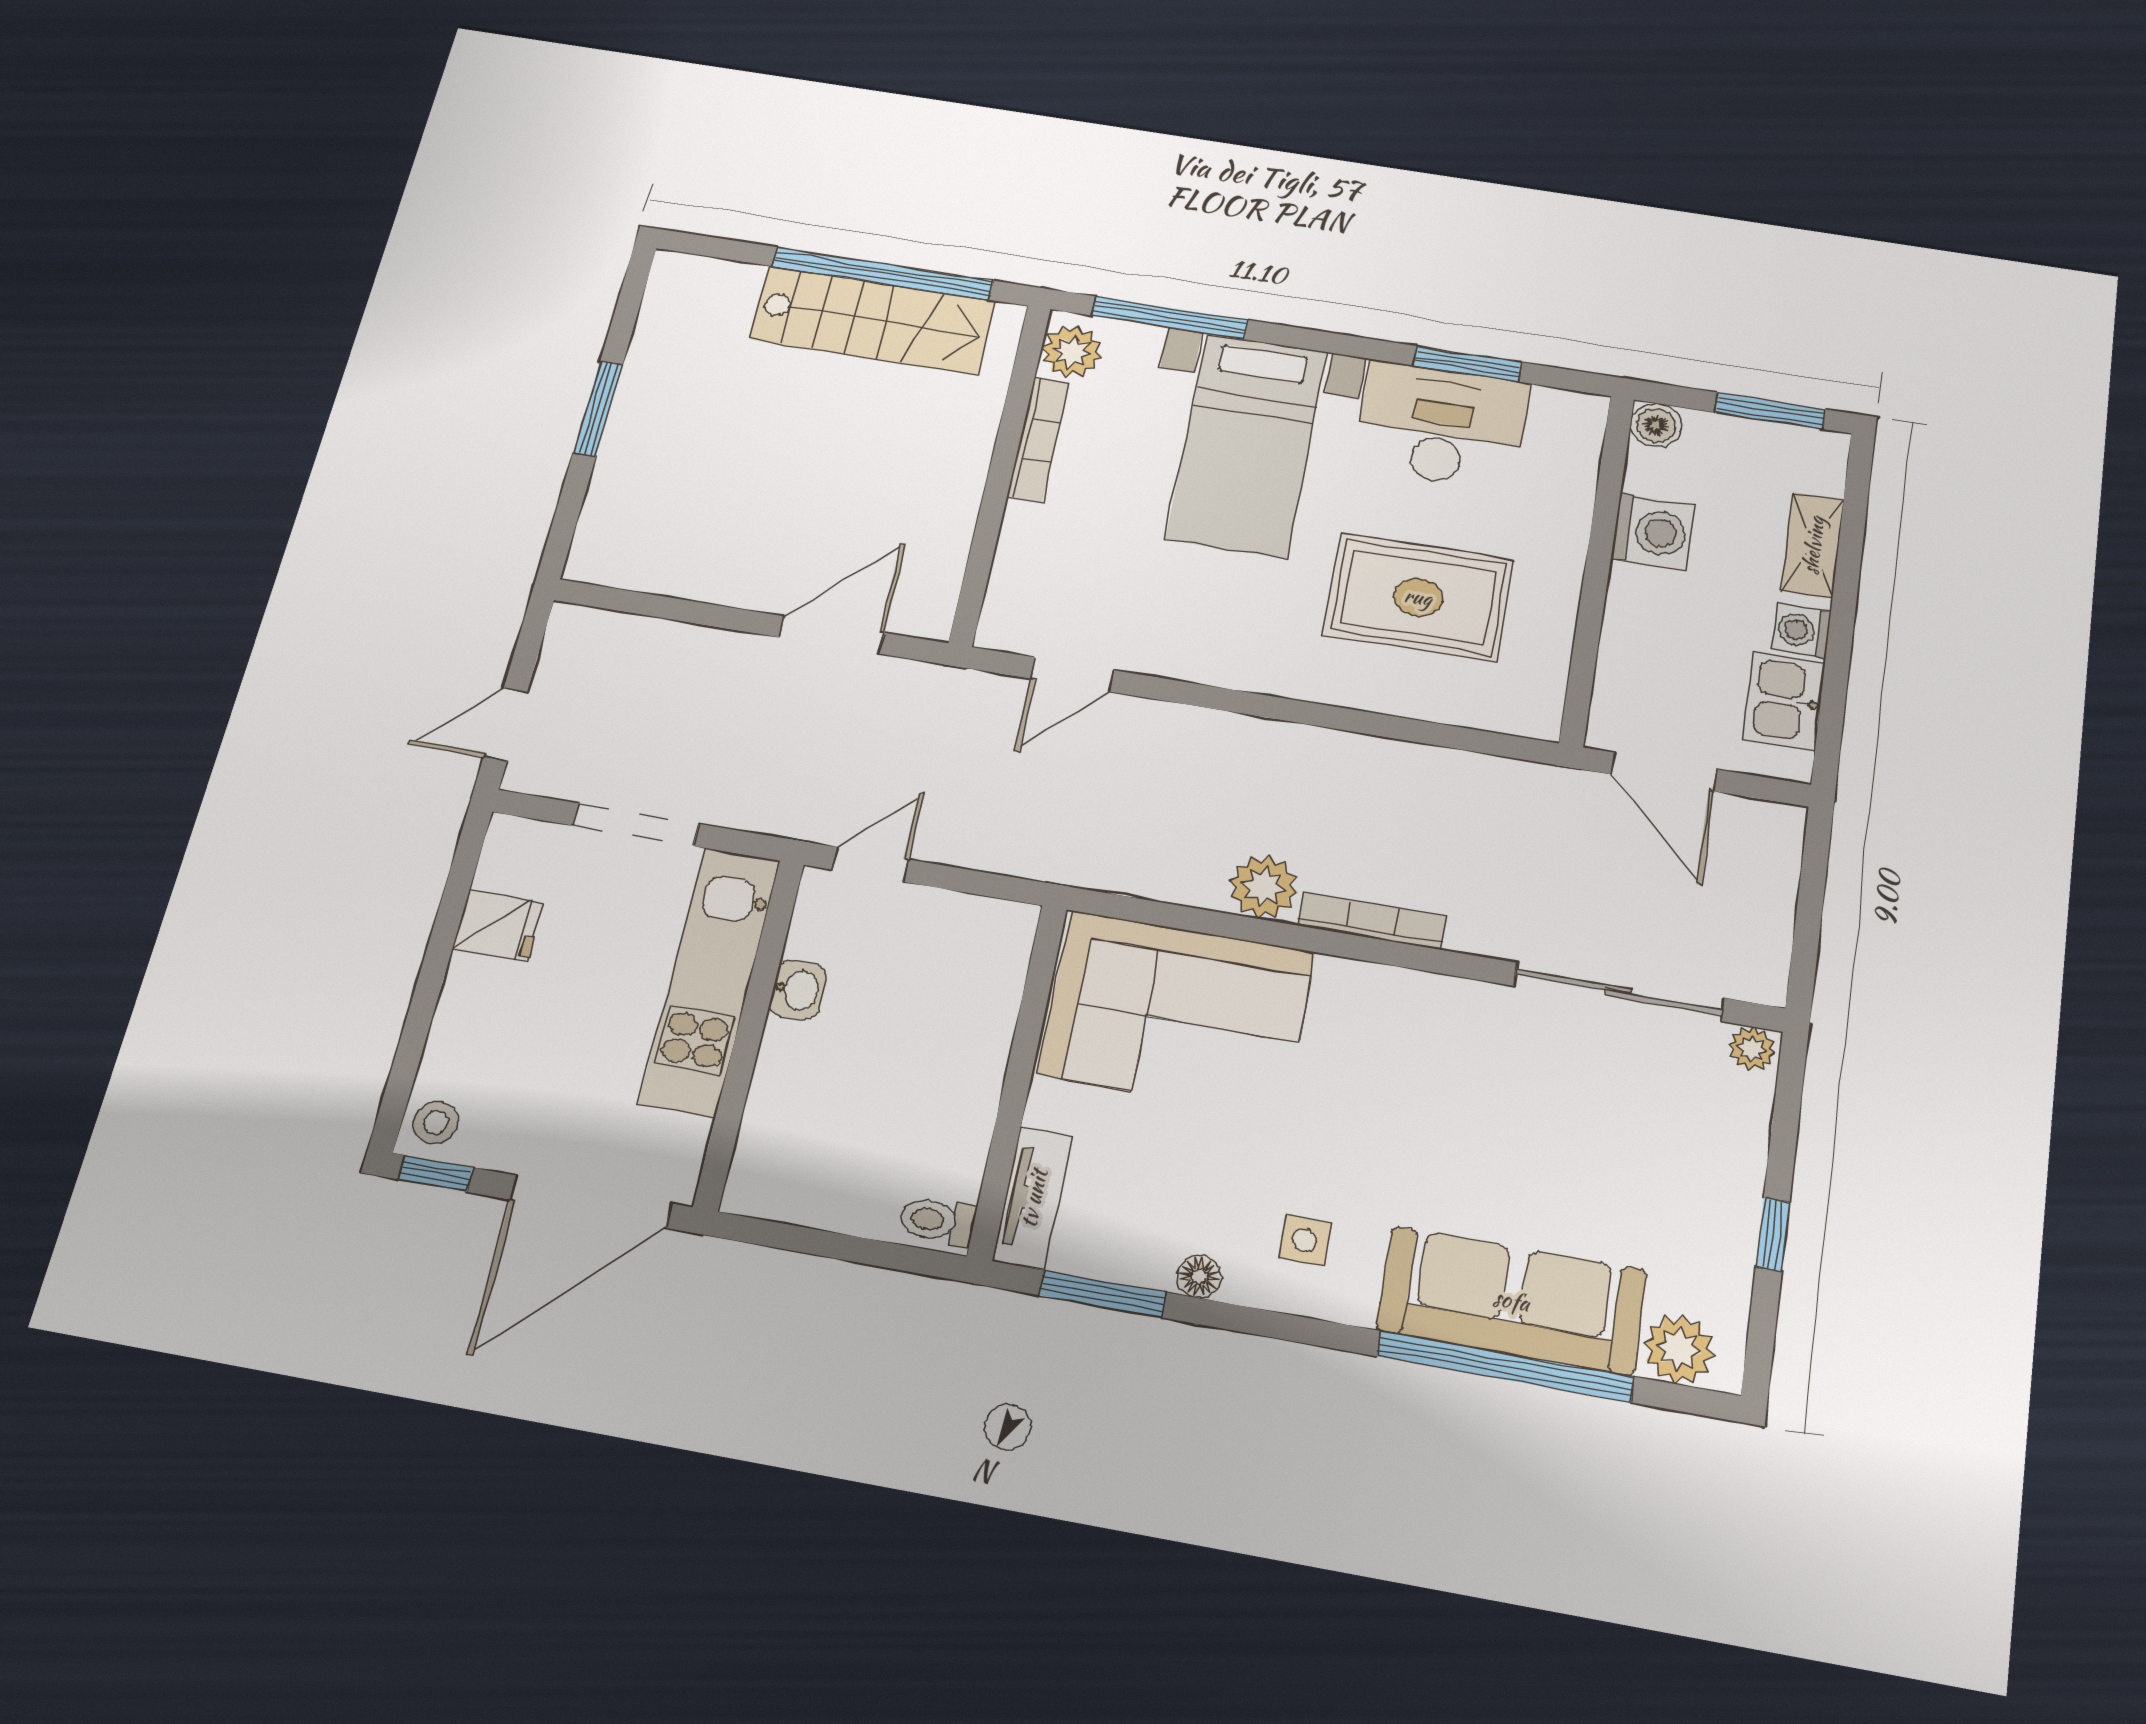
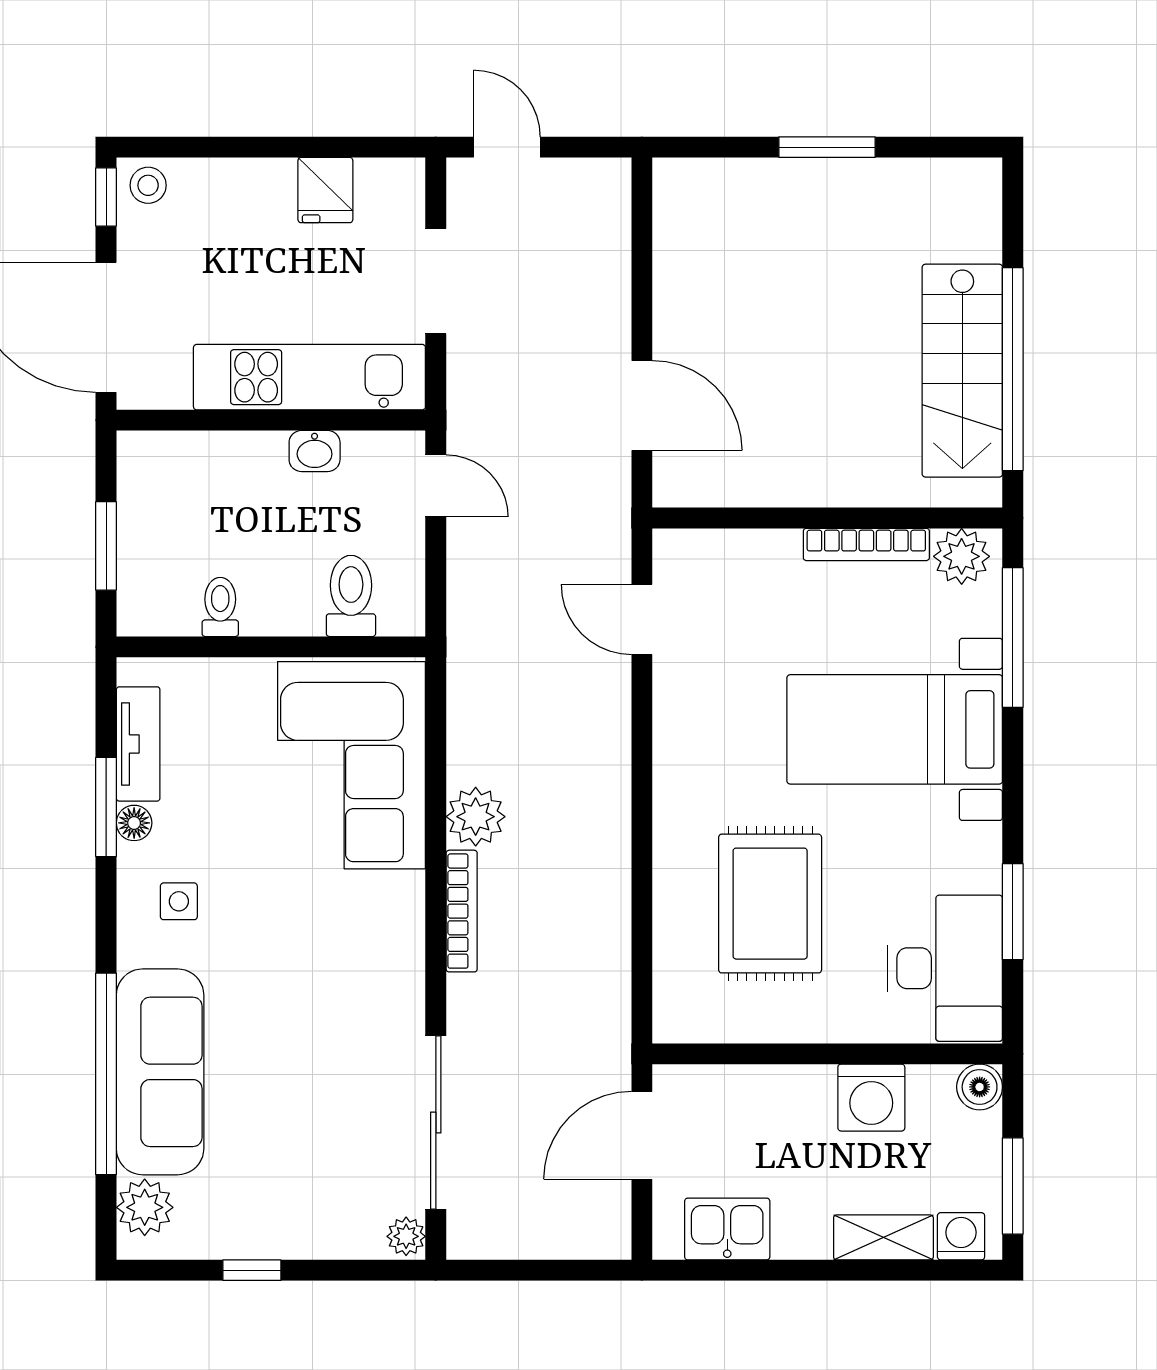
desk: (1441, 425) -> (945, 968), moved
washing machine: (1801, 630) -> (961, 1236), moved
toilet: (977, 979) -> (351, 596), added
tv unit: (1033, 1198) -> (138, 744), moved, turned -90
toilet: (937, 1221) -> (220, 607), moved
window: (854, 1249) -> (106, 546), added
window: (1102, 1294) -> (106, 807), moved

